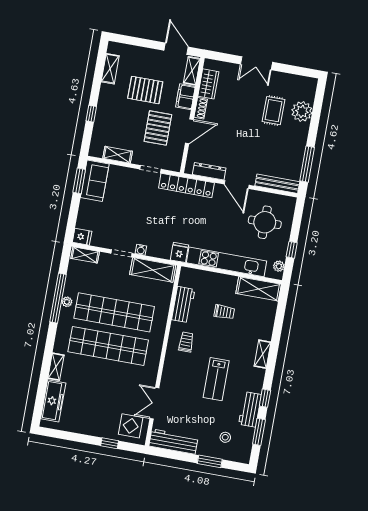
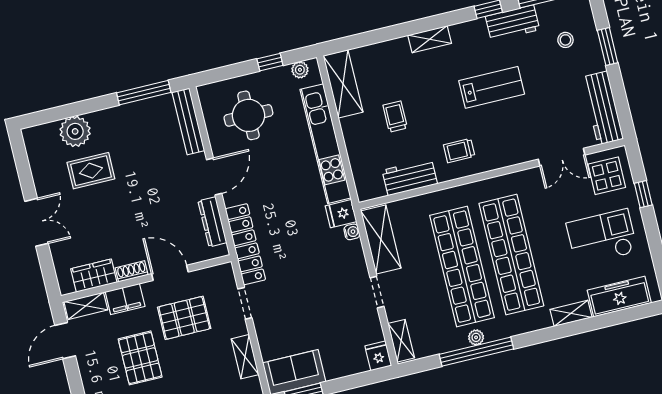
water cooler: (141, 250) -> (352, 232), moved
checkout: (94, 406) -> (602, 237), added

